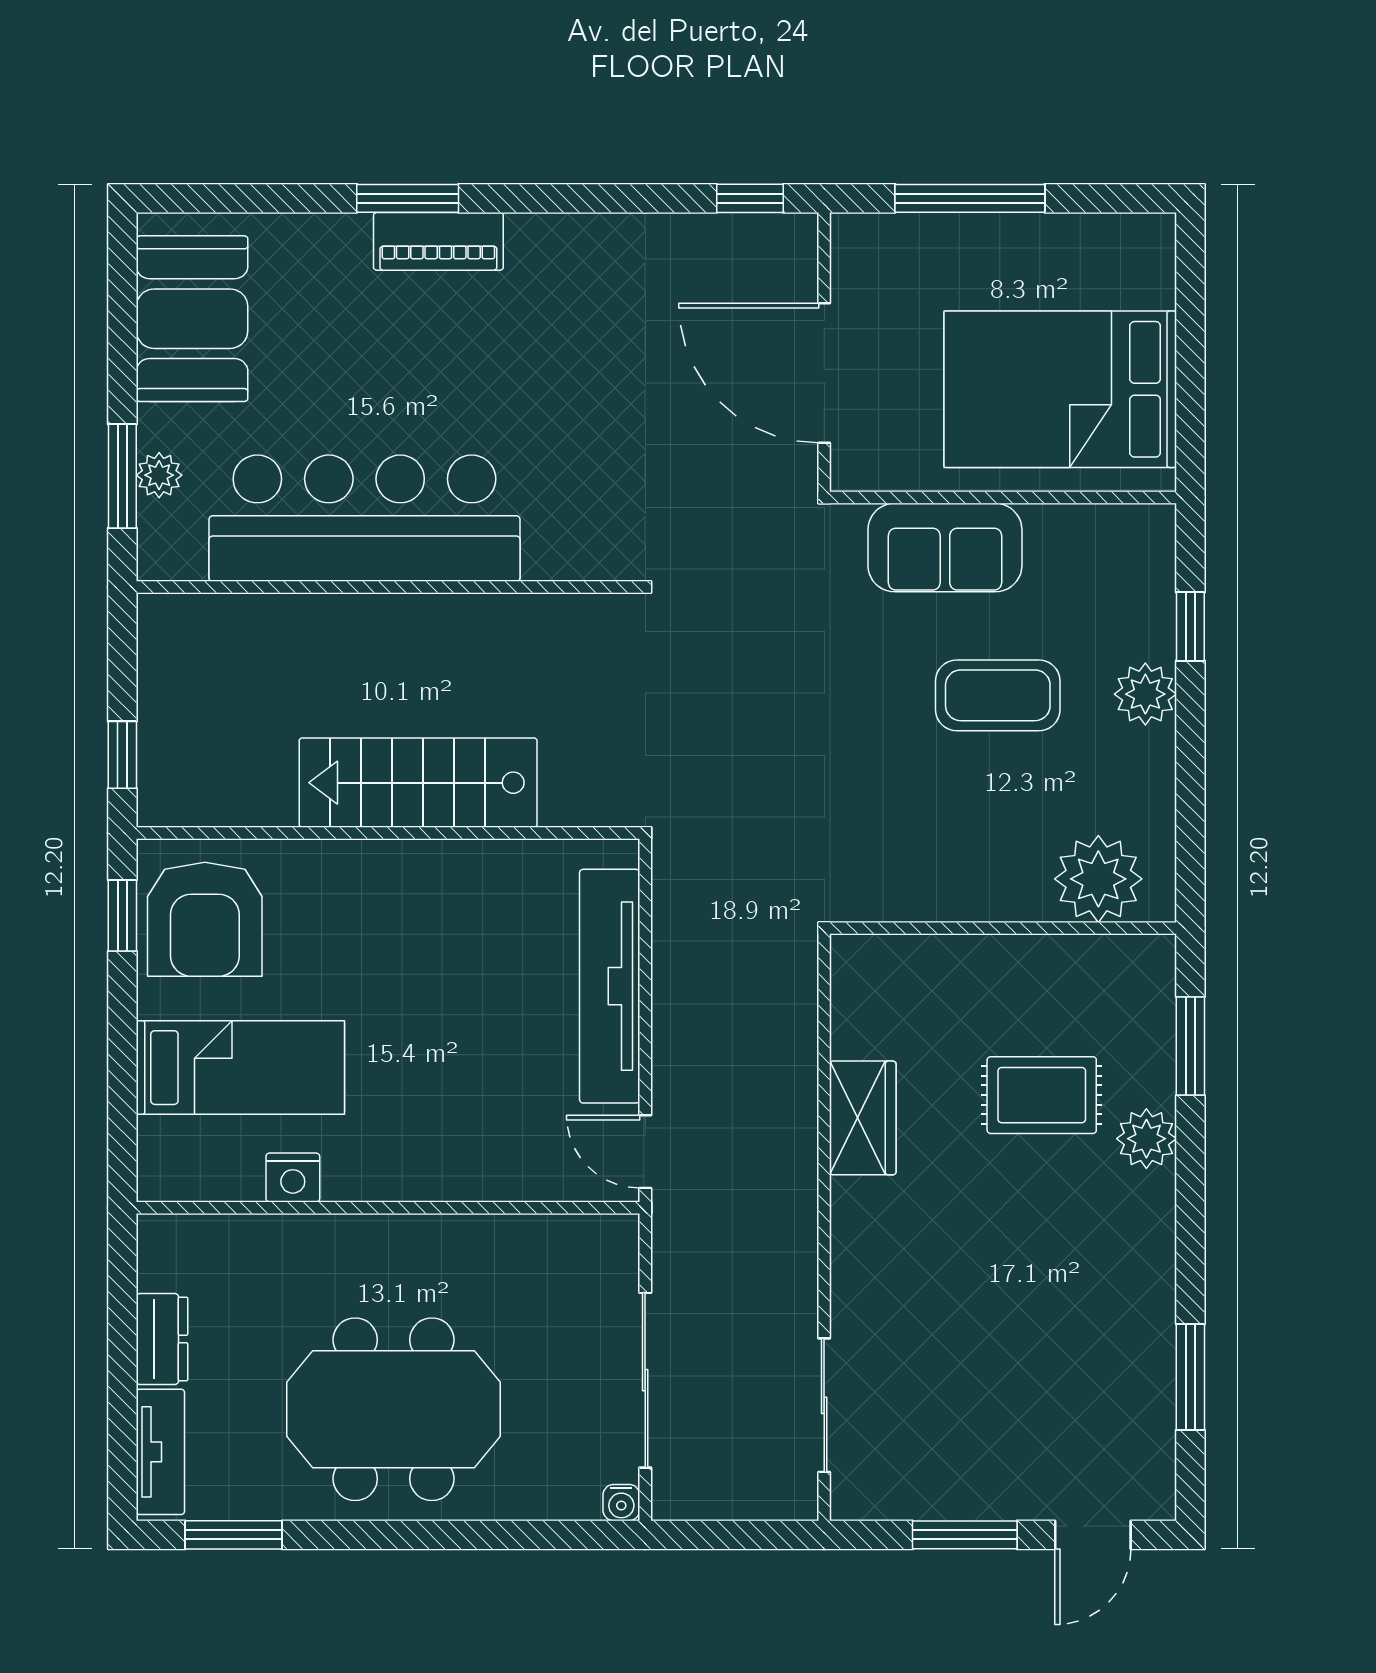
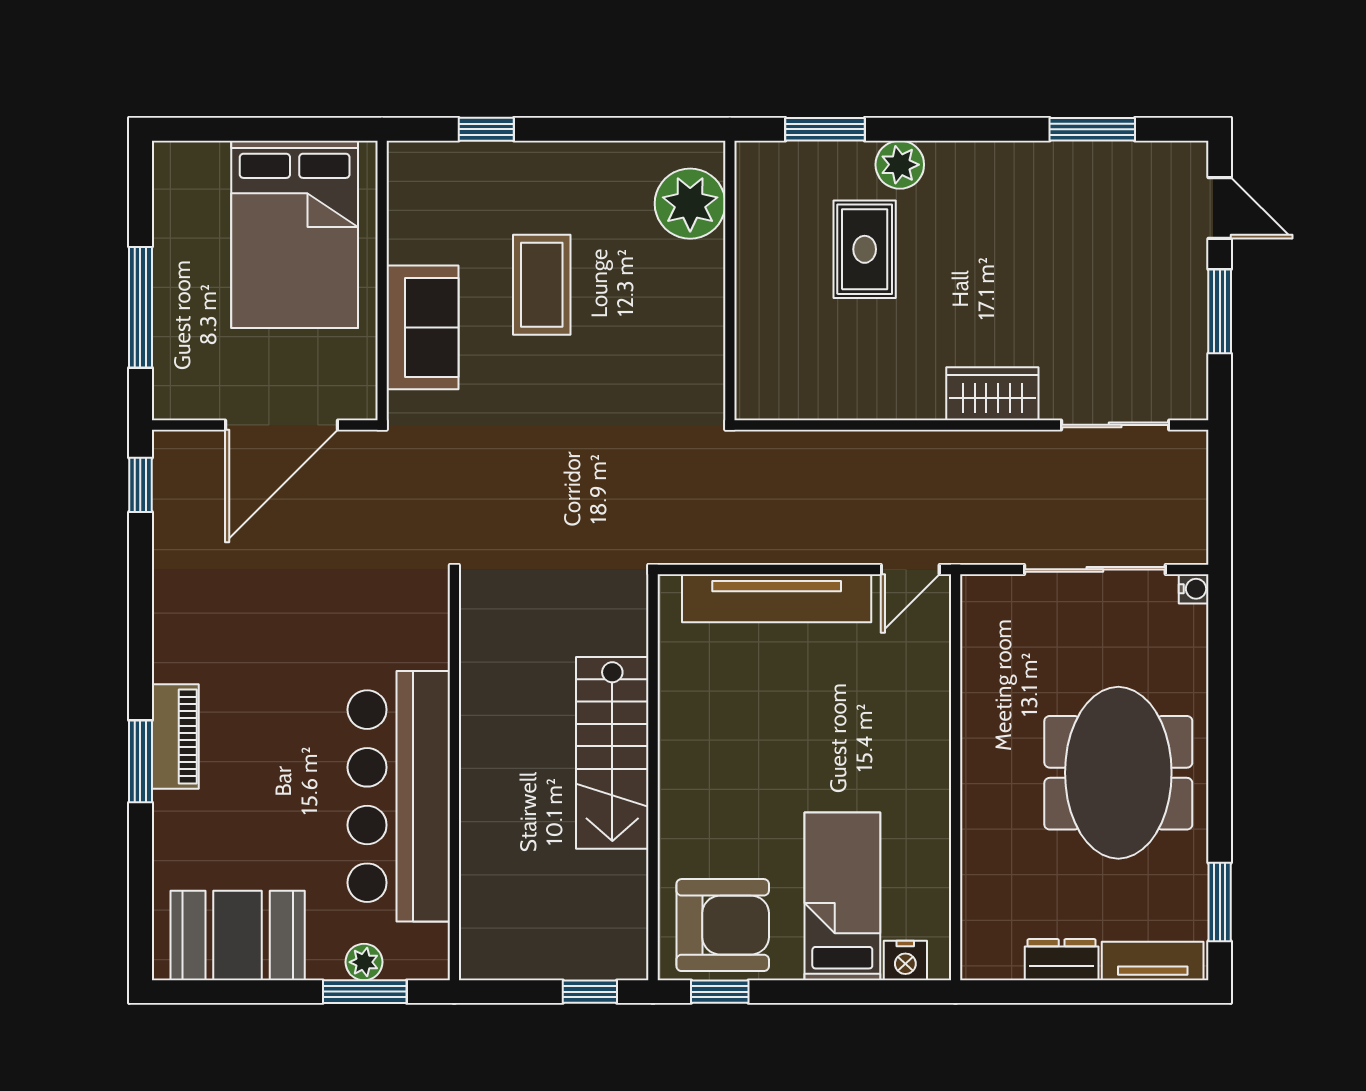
plant: (1145, 694) -> (541, 166), removed
wardrobe: (863, 1118) -> (992, 394), moved
nightstand: (293, 1178) -> (905, 961), moved, turned 90

